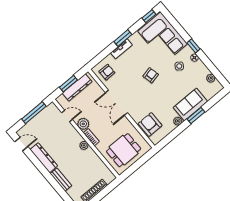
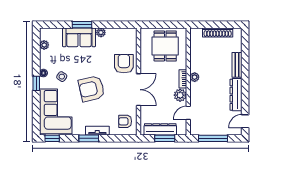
armchair: (151, 75) -> (91, 89), width x1.88, depth x1.88
door: (67, 116) -> (188, 113), hinge flipped
armchair: (150, 124) -> (124, 64), moved, turned 180
door: (21, 144) -> (245, 121), hinge flipped
dining table: (124, 150) -> (165, 46), turned 90

